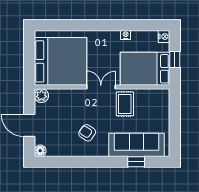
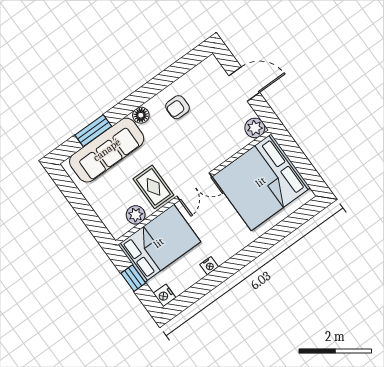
plant: (147, 95) -> (136, 215), added
armchair: (87, 133) -> (178, 107), moved, turned 146
floor lamp: (40, 151) -> (141, 115), moved
window: (136, 162) -> (93, 131), width x1.50

